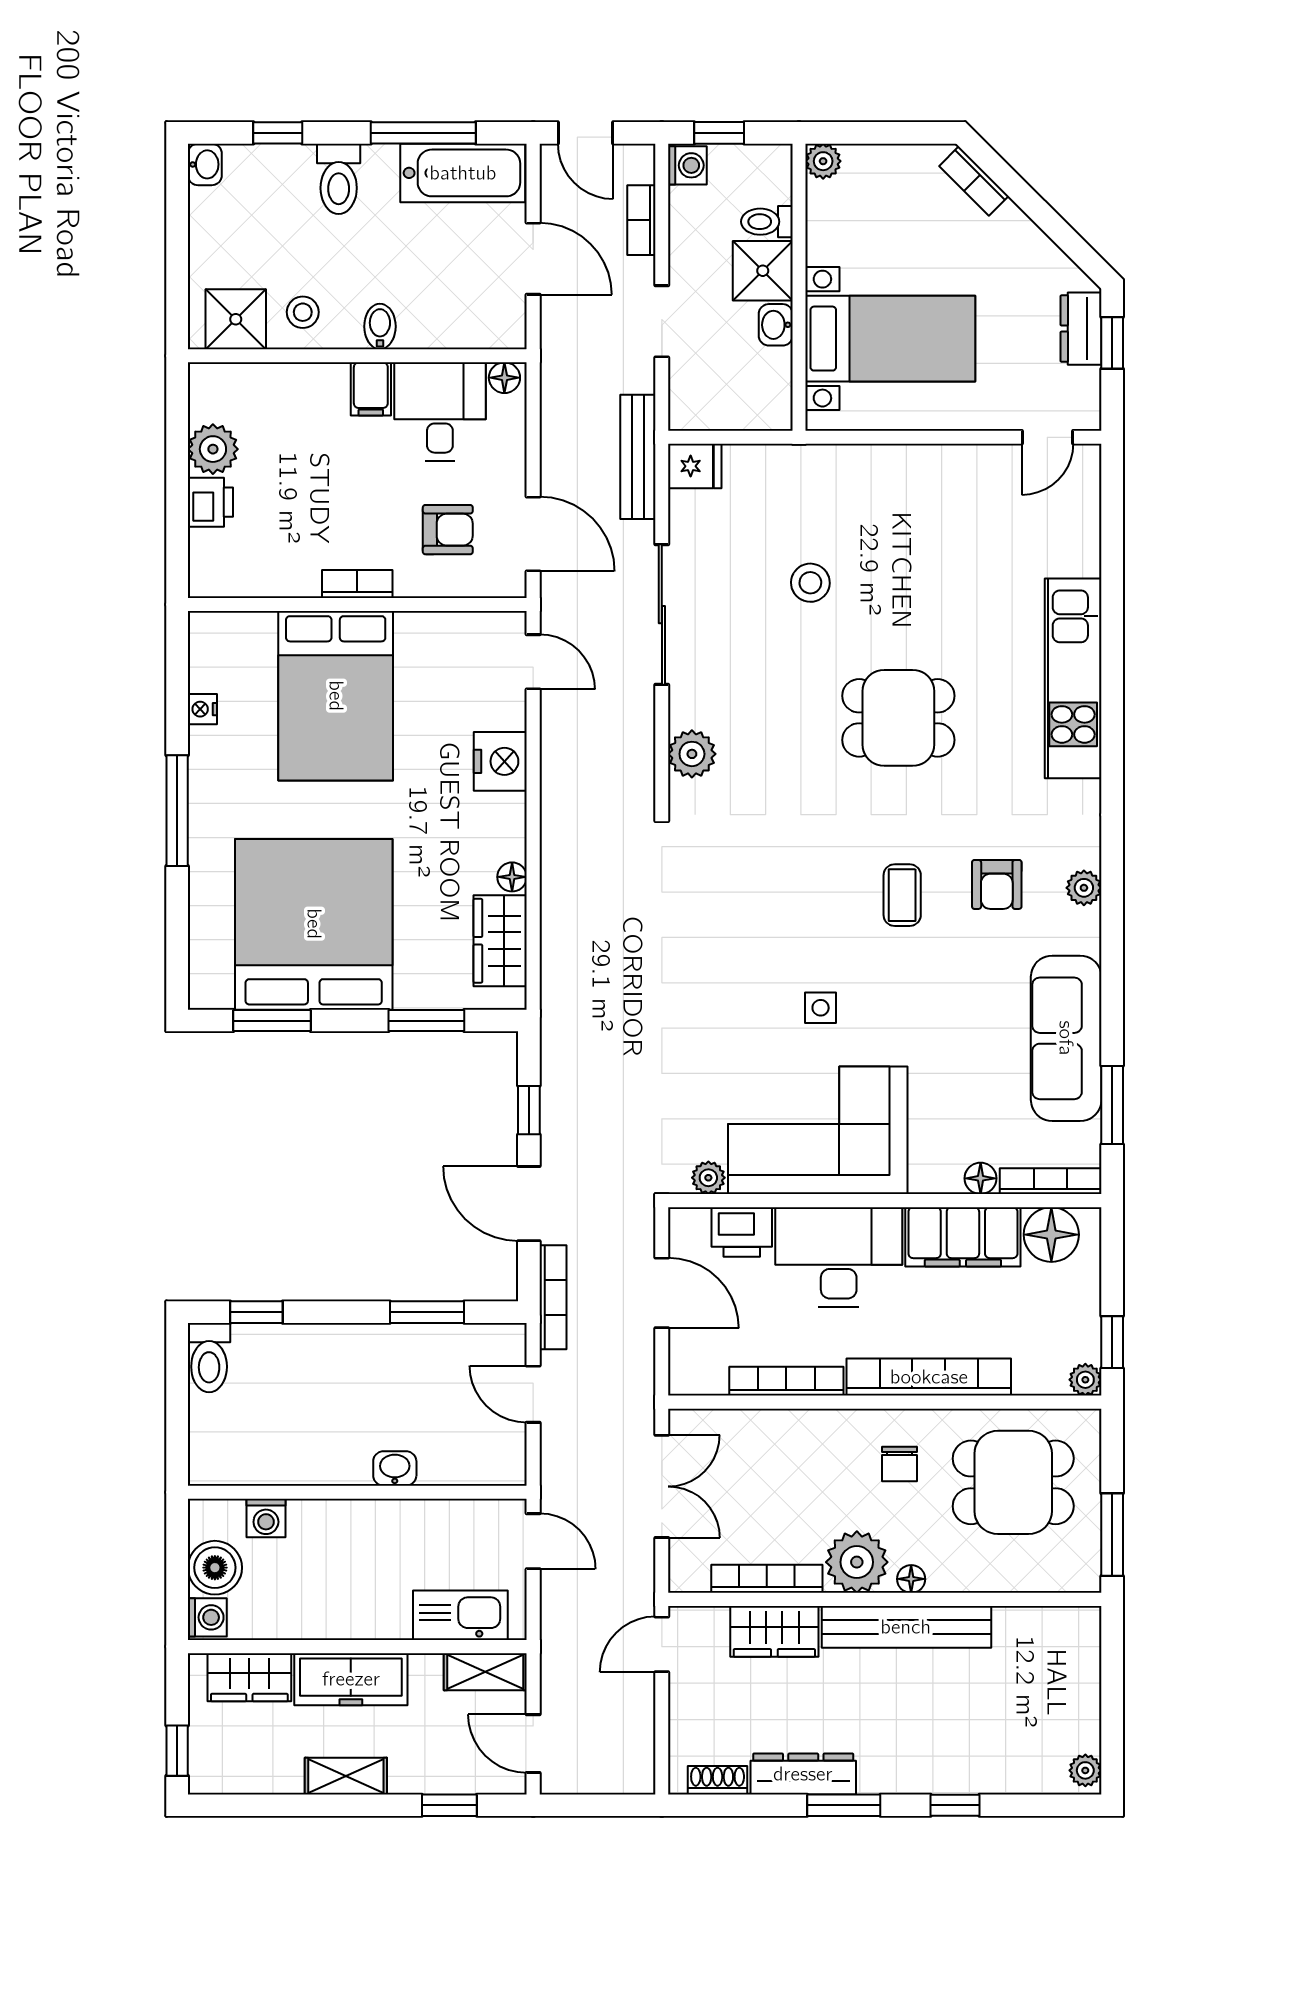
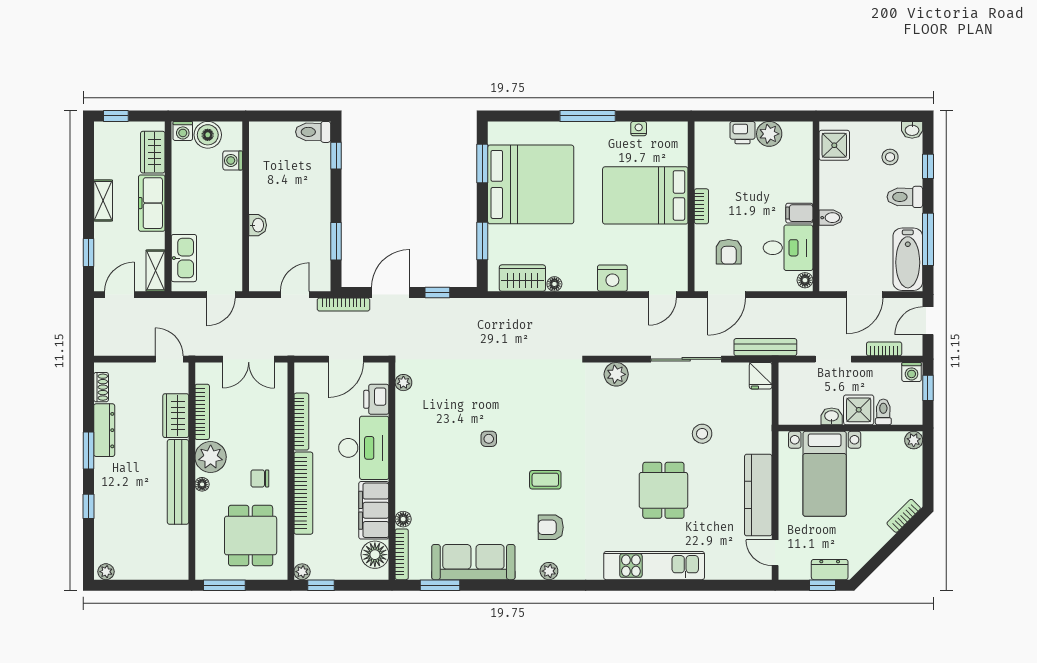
stool: (303, 312) -> (890, 157), moved
kitchen counter: (933, 471) -> (758, 495), added
dining table: (898, 718) -> (663, 490), moved
corner sofa: (818, 1130) -> (427, 437), removed

